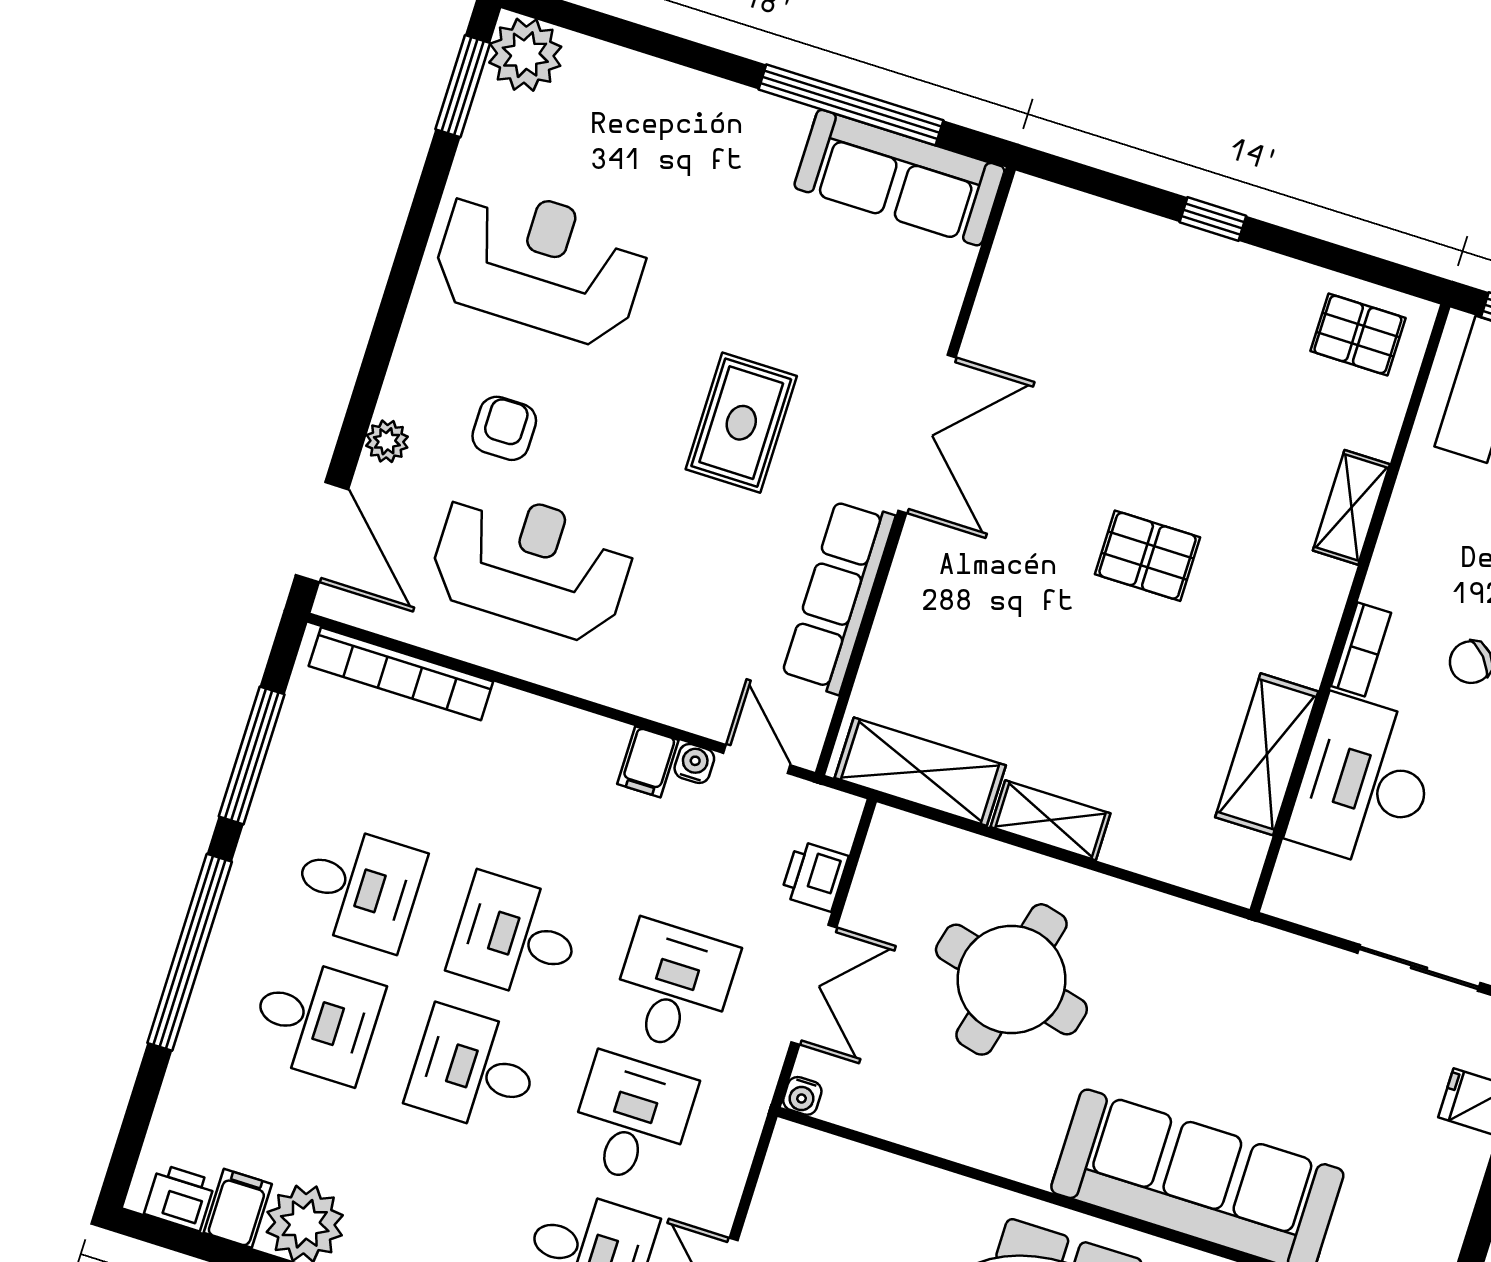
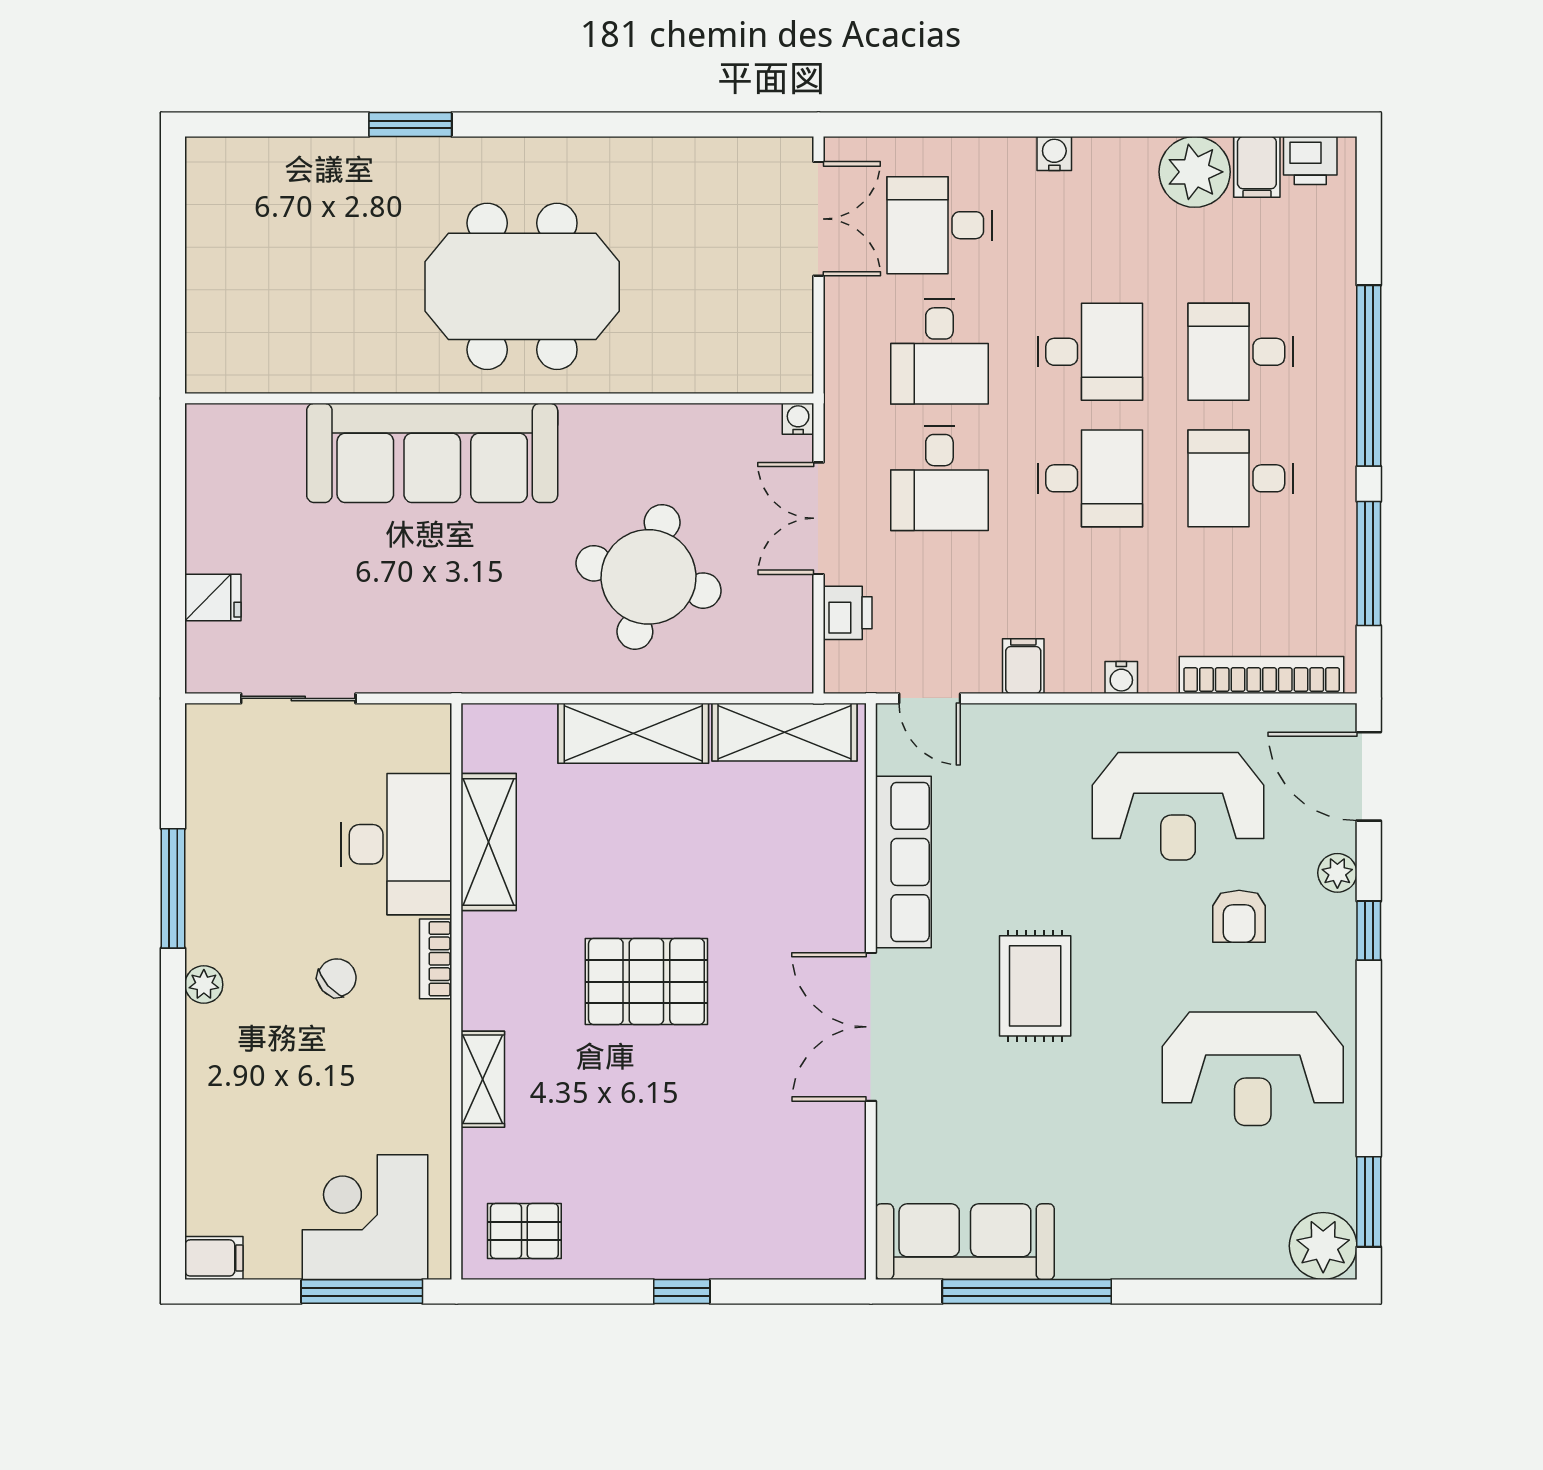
window: (373, 370) -> (1369, 931), added
pallet: (1148, 556) -> (646, 982), width x1.50, depth x1.42
water cooler: (694, 763) -> (1121, 678), moved
shelving: (1051, 820) -> (633, 733), width x1.50, depth x1.33

